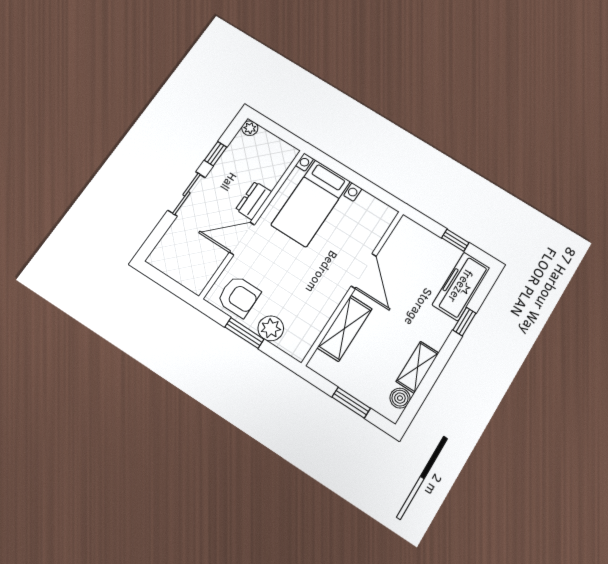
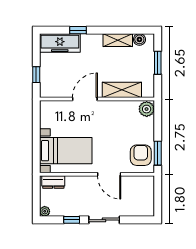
dresser: (254, 201) -> (53, 182), moved
window: (455, 240) -> (36, 75), moved
plant: (271, 328) -> (147, 109), moved
window: (244, 333) -> (158, 153), moved

